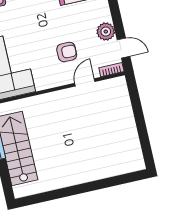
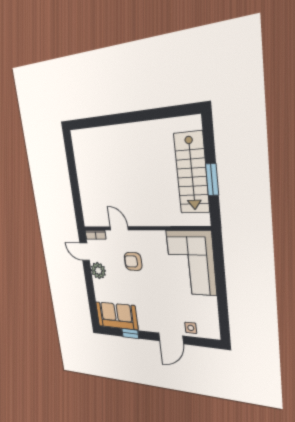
door: (85, 82) -> (119, 228), swing flipped

